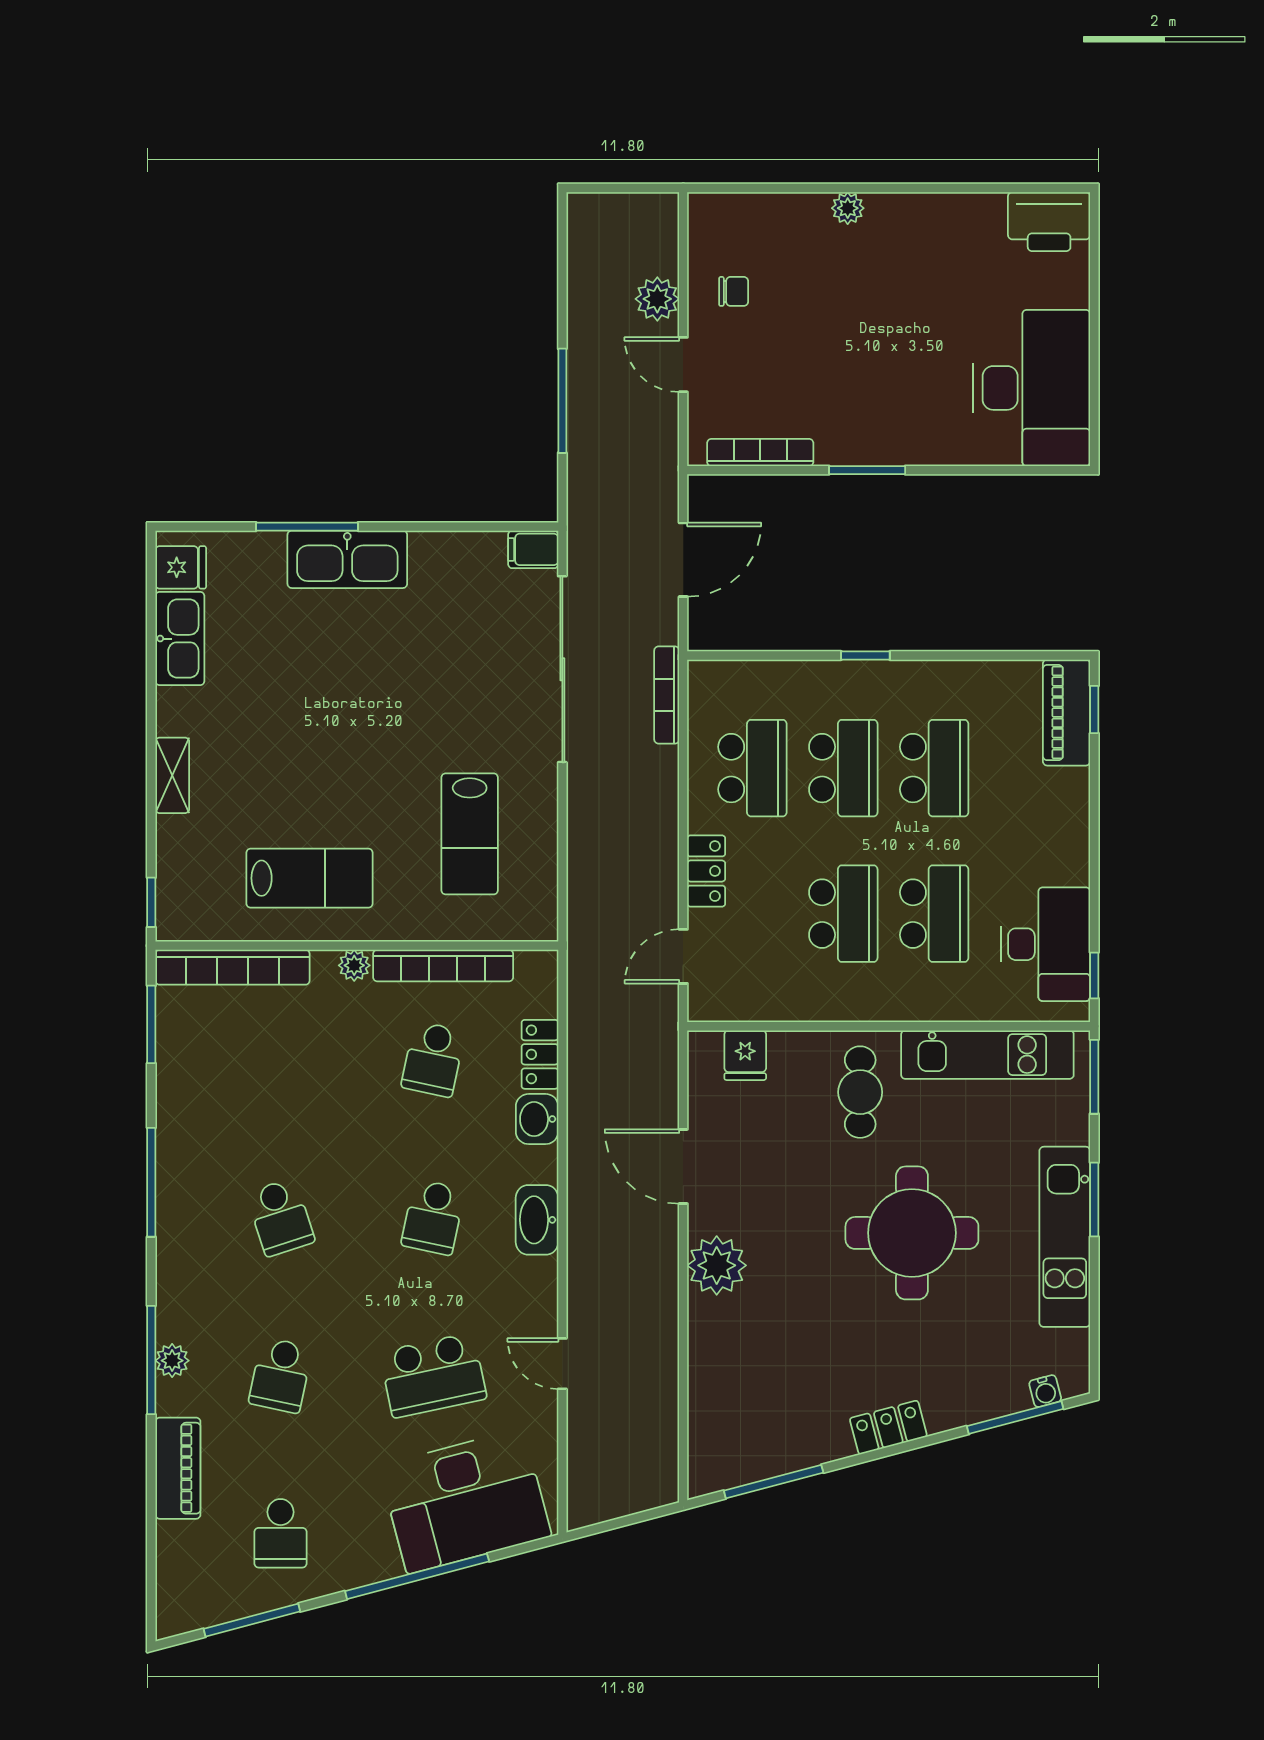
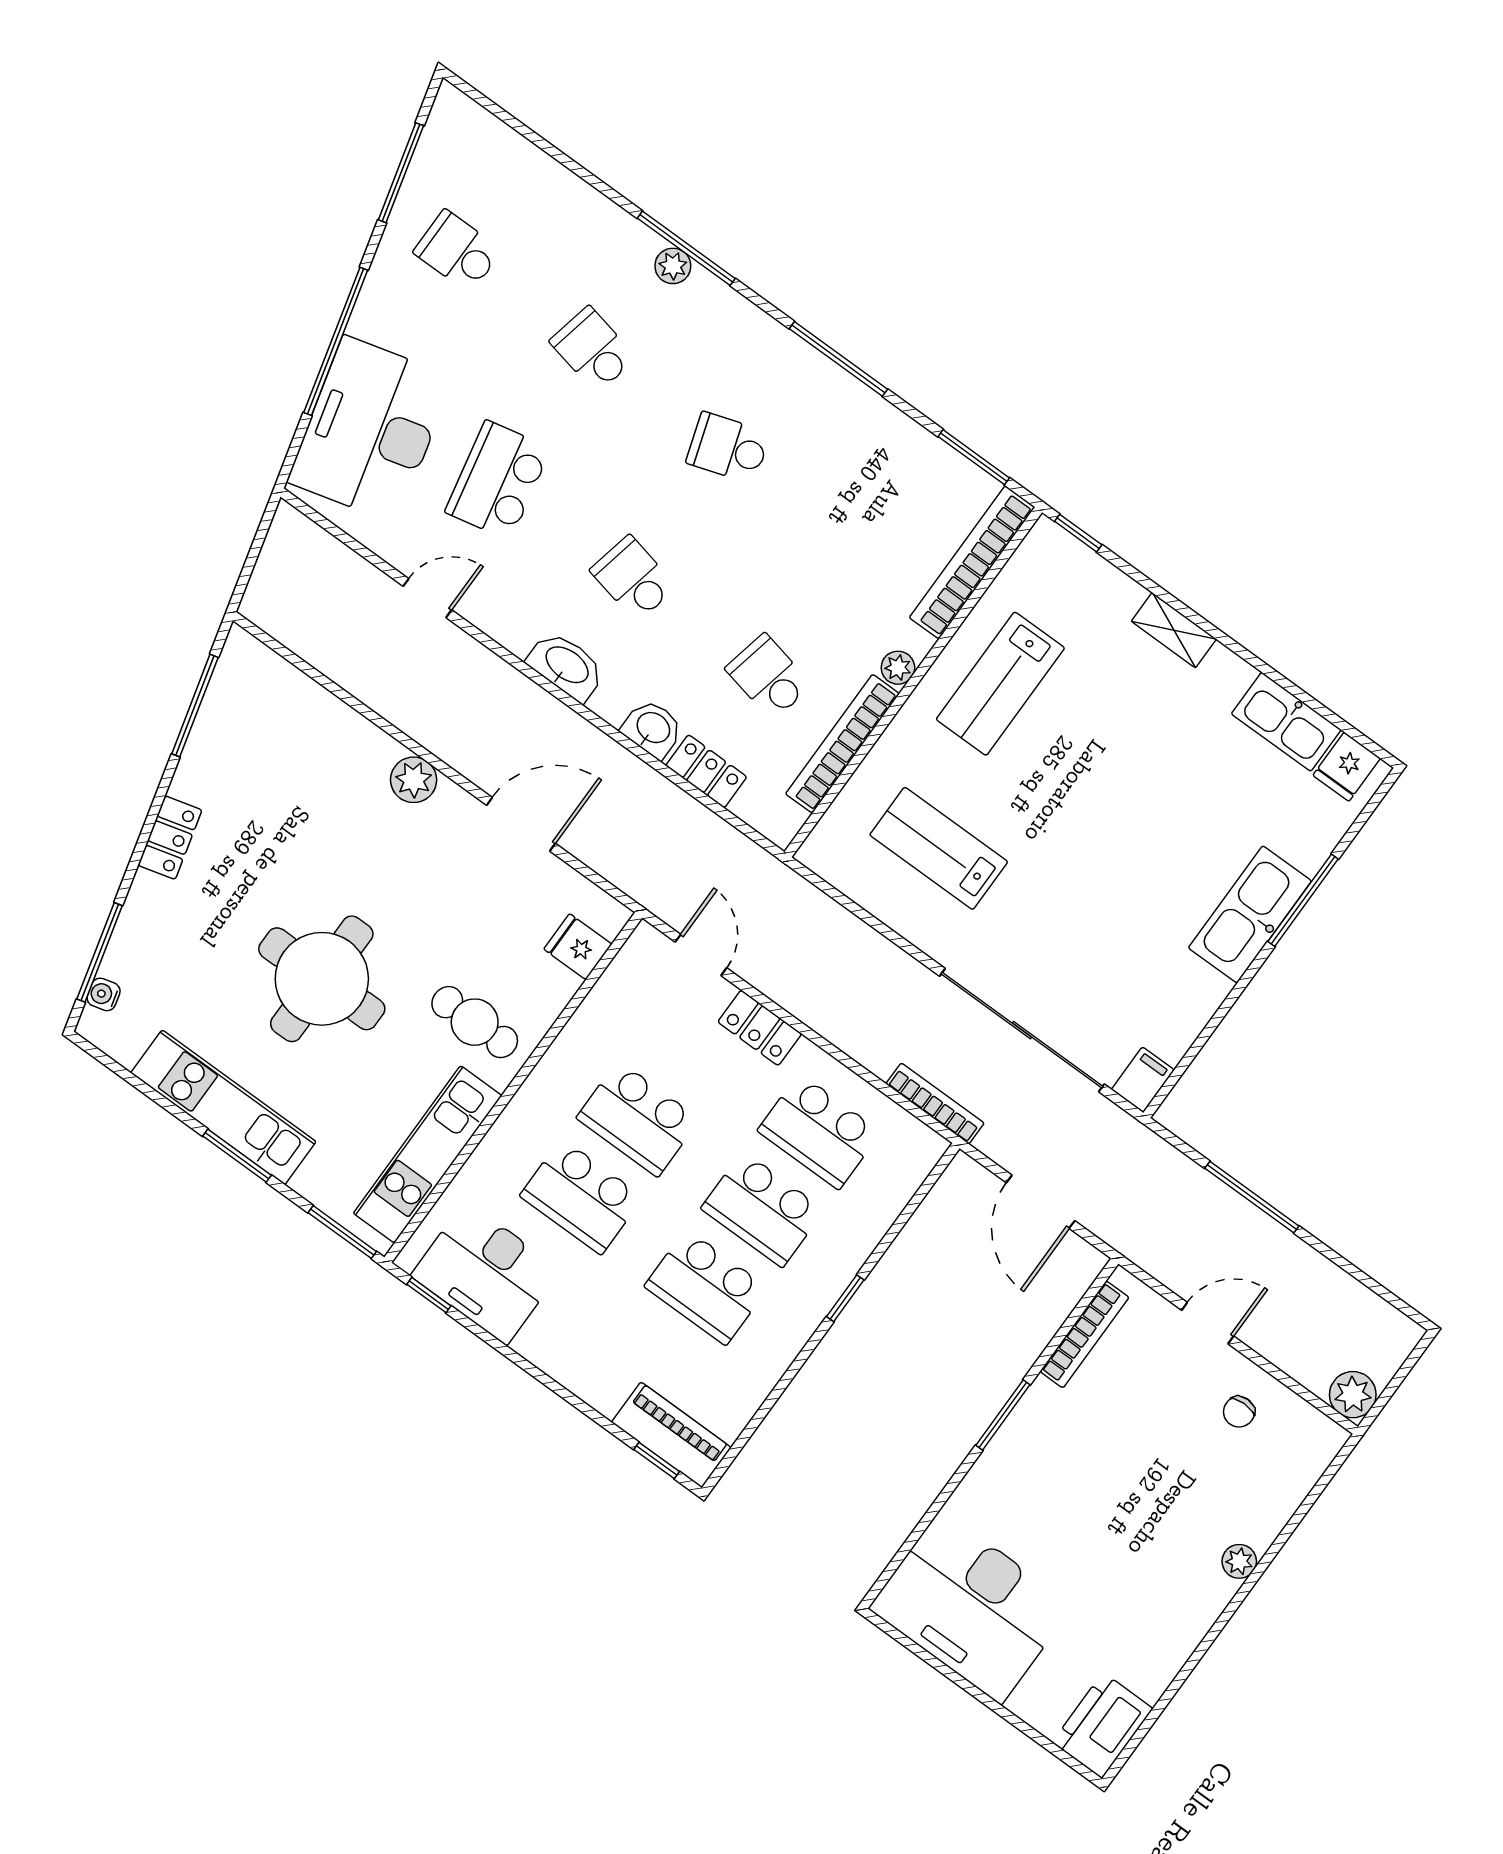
plant: (657, 299) -> (1353, 1395), moved
plant: (717, 1265) -> (414, 780), width x0.73, depth x0.73
piano: (178, 1468) -> (577, 204), removed

